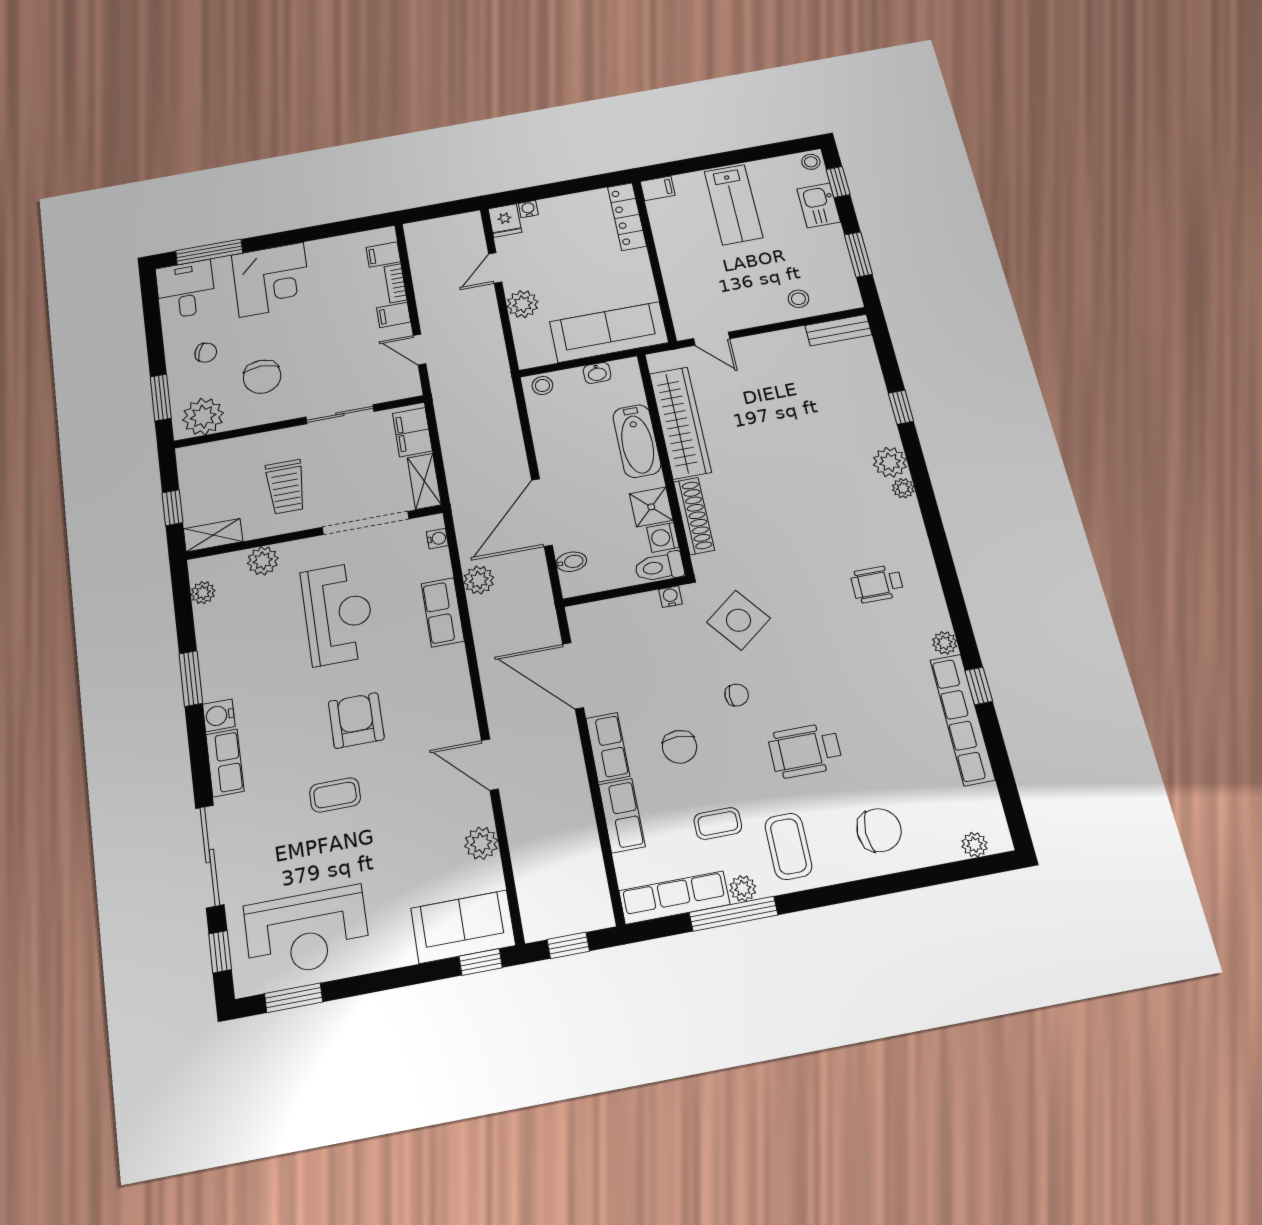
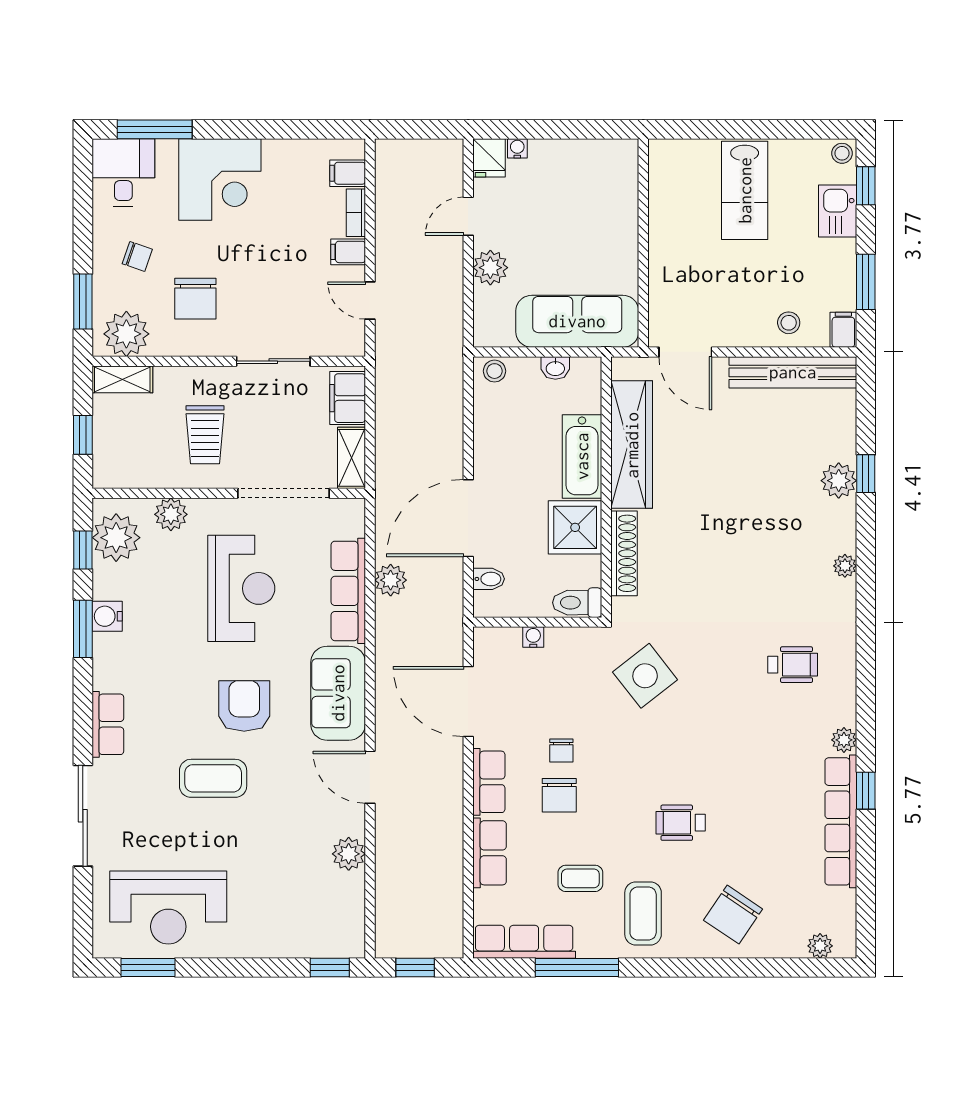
filing cabinet: (658, 188) -> (843, 330), moved, turned -90
locker: (627, 217) -> (624, 181), removed
bench: (838, 330) -> (793, 372), width x1.86, depth x1.21
door: (712, 339) -> (685, 352), width x1.38
plant: (890, 462) -> (839, 481), moved
shower: (651, 507) -> (575, 527), width x1.36, depth x1.36
shelving: (213, 535) -> (122, 379), moved
washing machine: (663, 537) -> (587, 571), removed
water cooler: (437, 539) -> (355, 526), removed
wheelchair: (877, 584) -> (793, 665), turned 180
plant: (203, 593) -> (116, 538), width x1.87, depth x1.87
water cooler: (670, 597) -> (533, 637), moved
row of seats: (443, 612) -> (348, 591), width x1.48
chair: (737, 695) -> (561, 751), moved, turned 90
water cooler: (219, 715) -> (107, 616), moved
wheelchair: (805, 750) -> (681, 823), width x0.73, depth x0.73
coffee table: (335, 795) -> (213, 778), width x1.36, depth x1.30
chair: (879, 830) -> (733, 915), turned 124
plant: (743, 888) -> (591, 945), removed
sofa: (463, 927) -> (338, 693), moved, turned -90
window: (220, 952) -> (83, 550), moved

